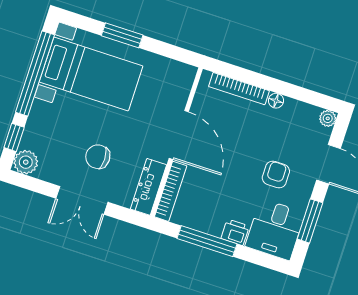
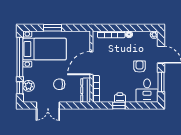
door: (179, 135) -> (91, 63), swing flipped
plant: (26, 162) -> (29, 86), moved
double door: (82, 200) -> (48, 106), moved
printer: (235, 232) -> (120, 98), moved
window: (207, 241) -> (119, 106), width x0.46

